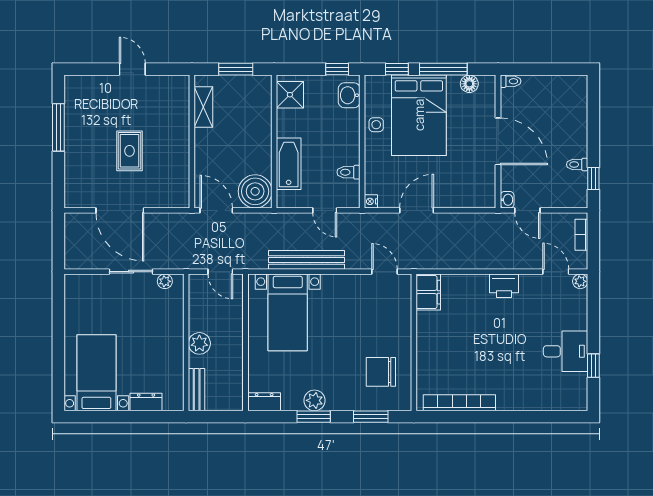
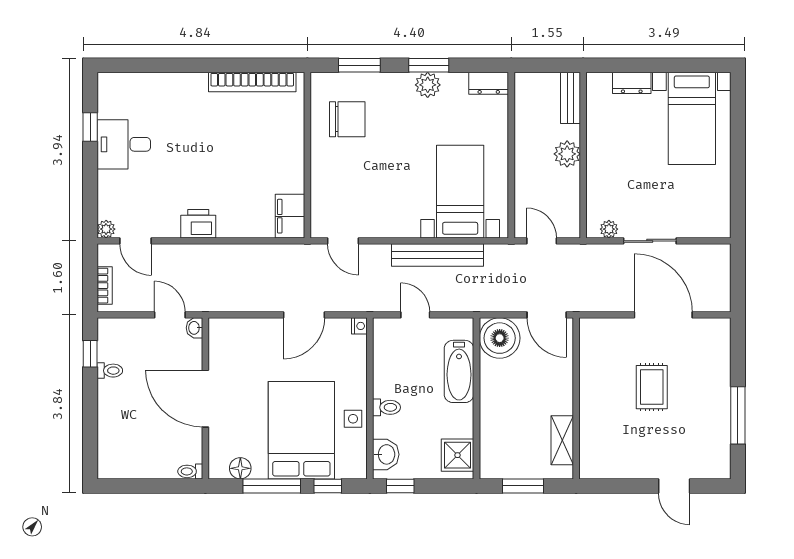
door: (132, 69) -> (674, 486), moved
toilet: (348, 172) -> (387, 407), moved

